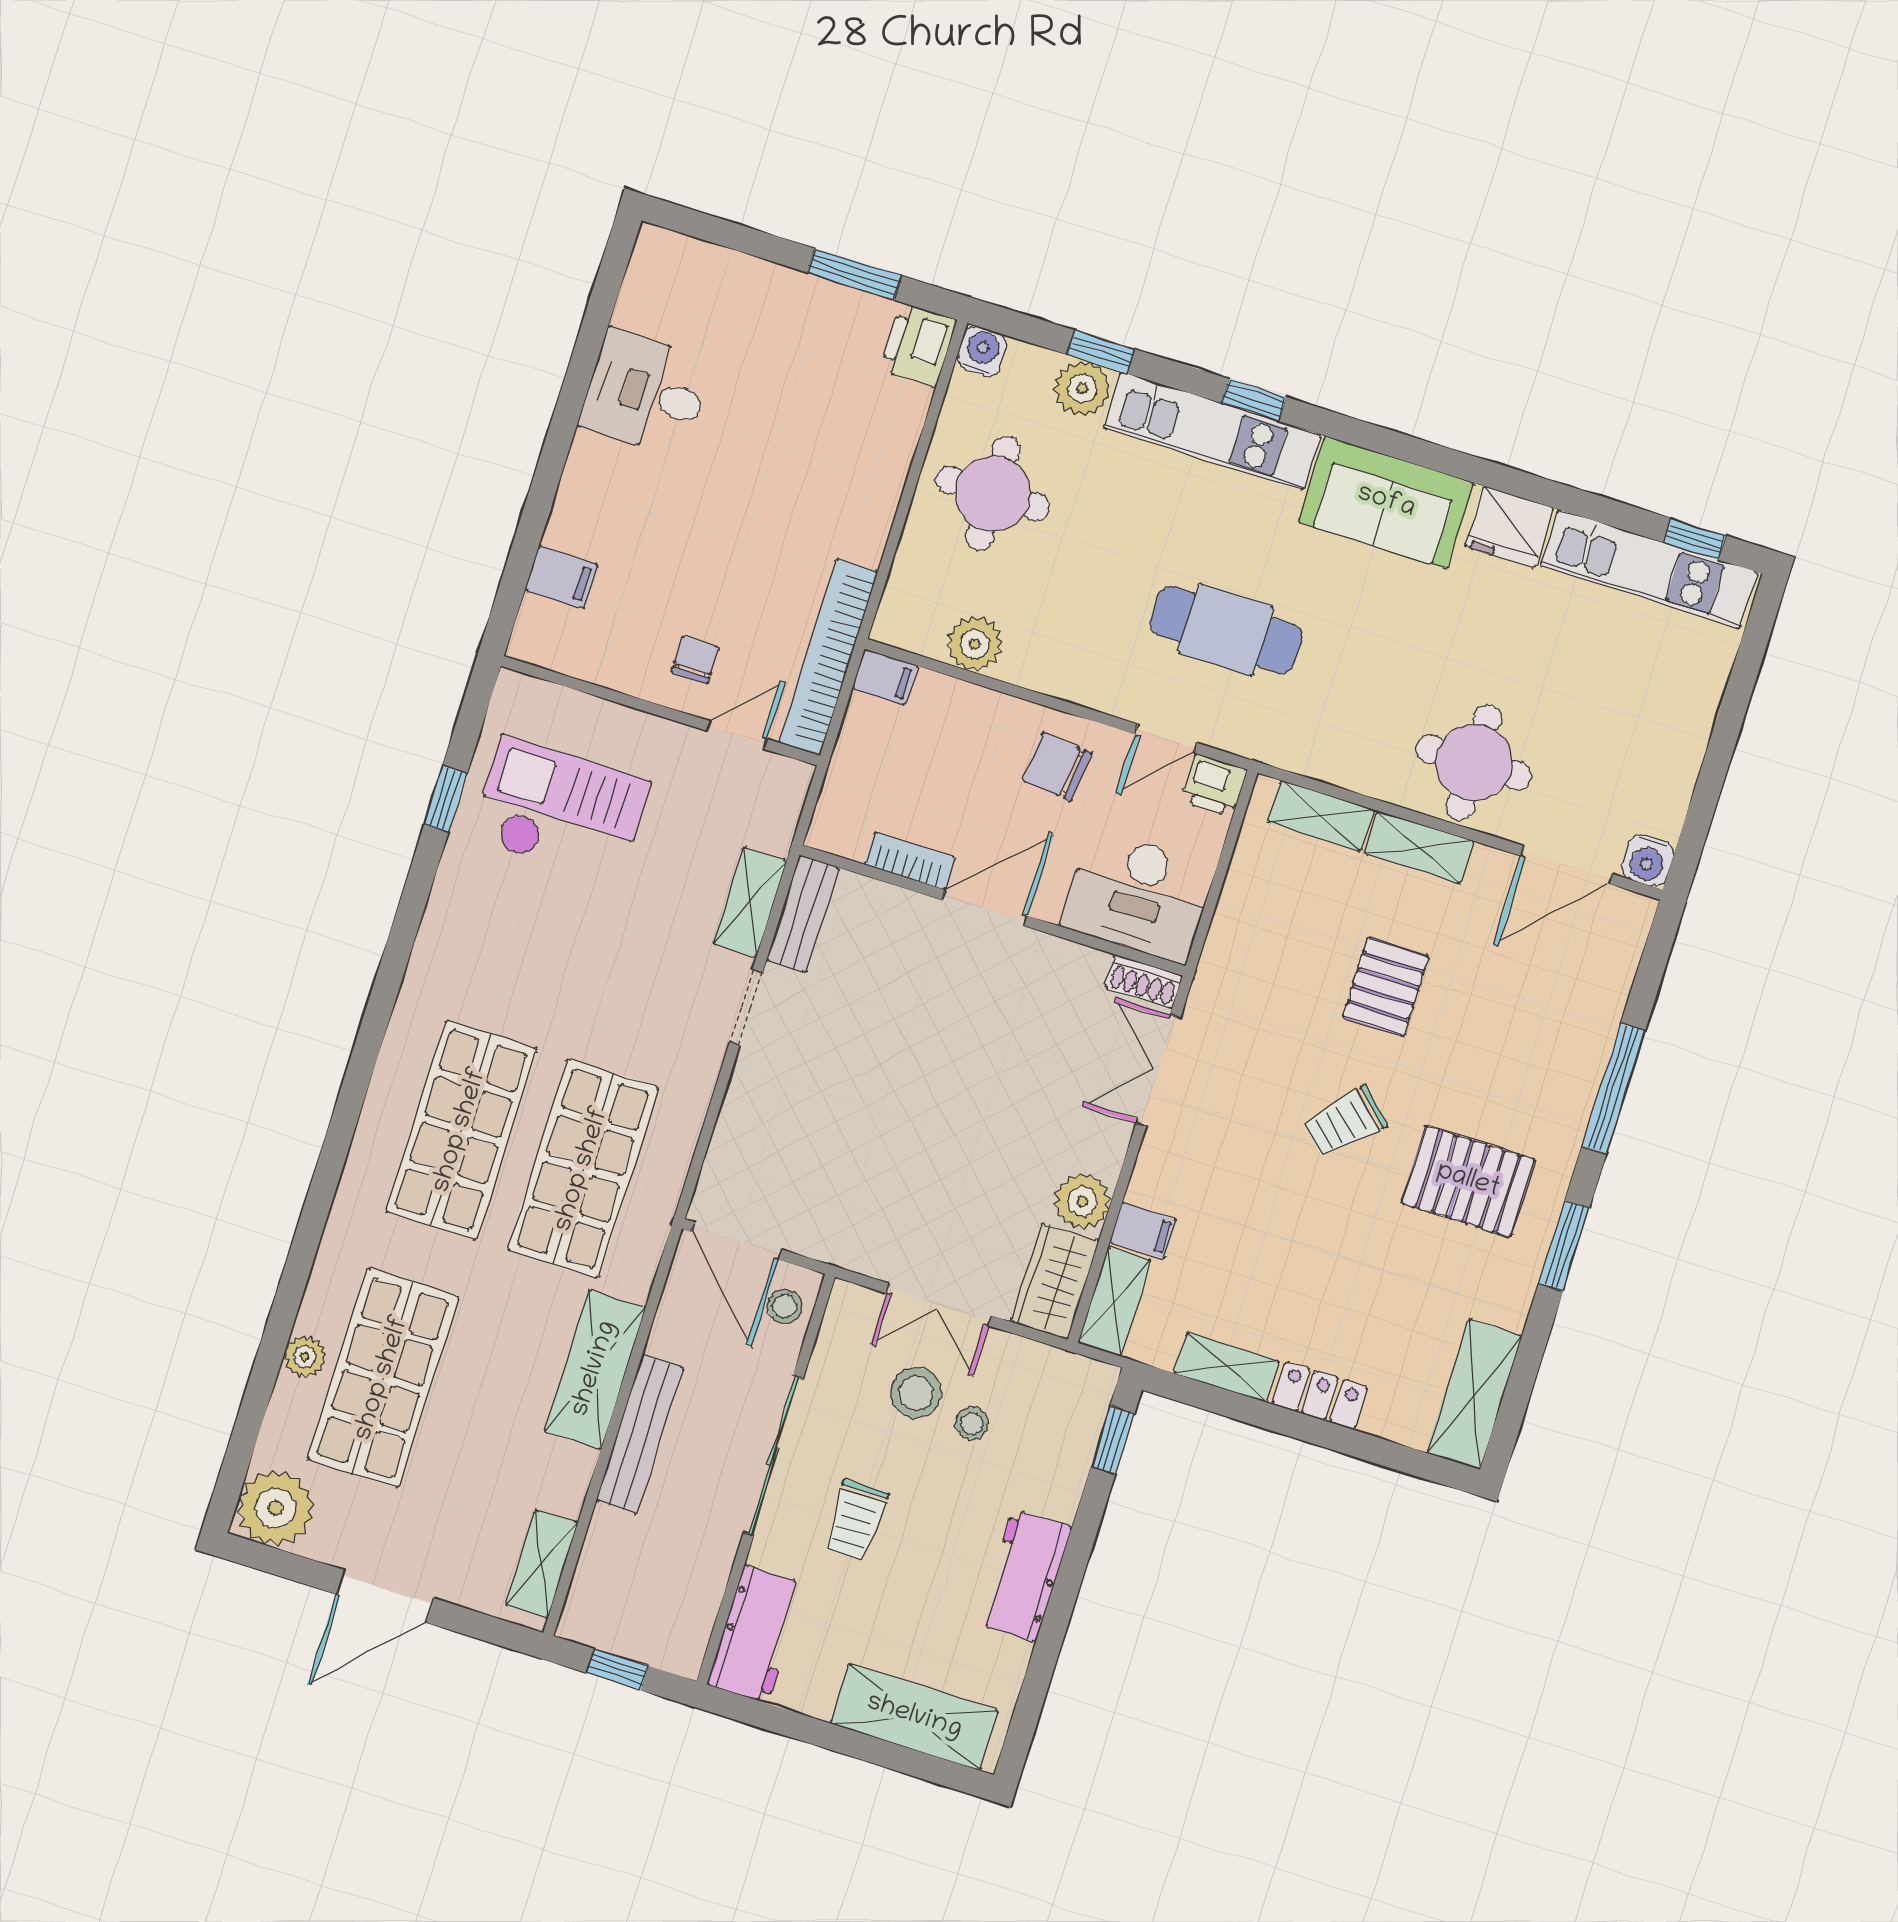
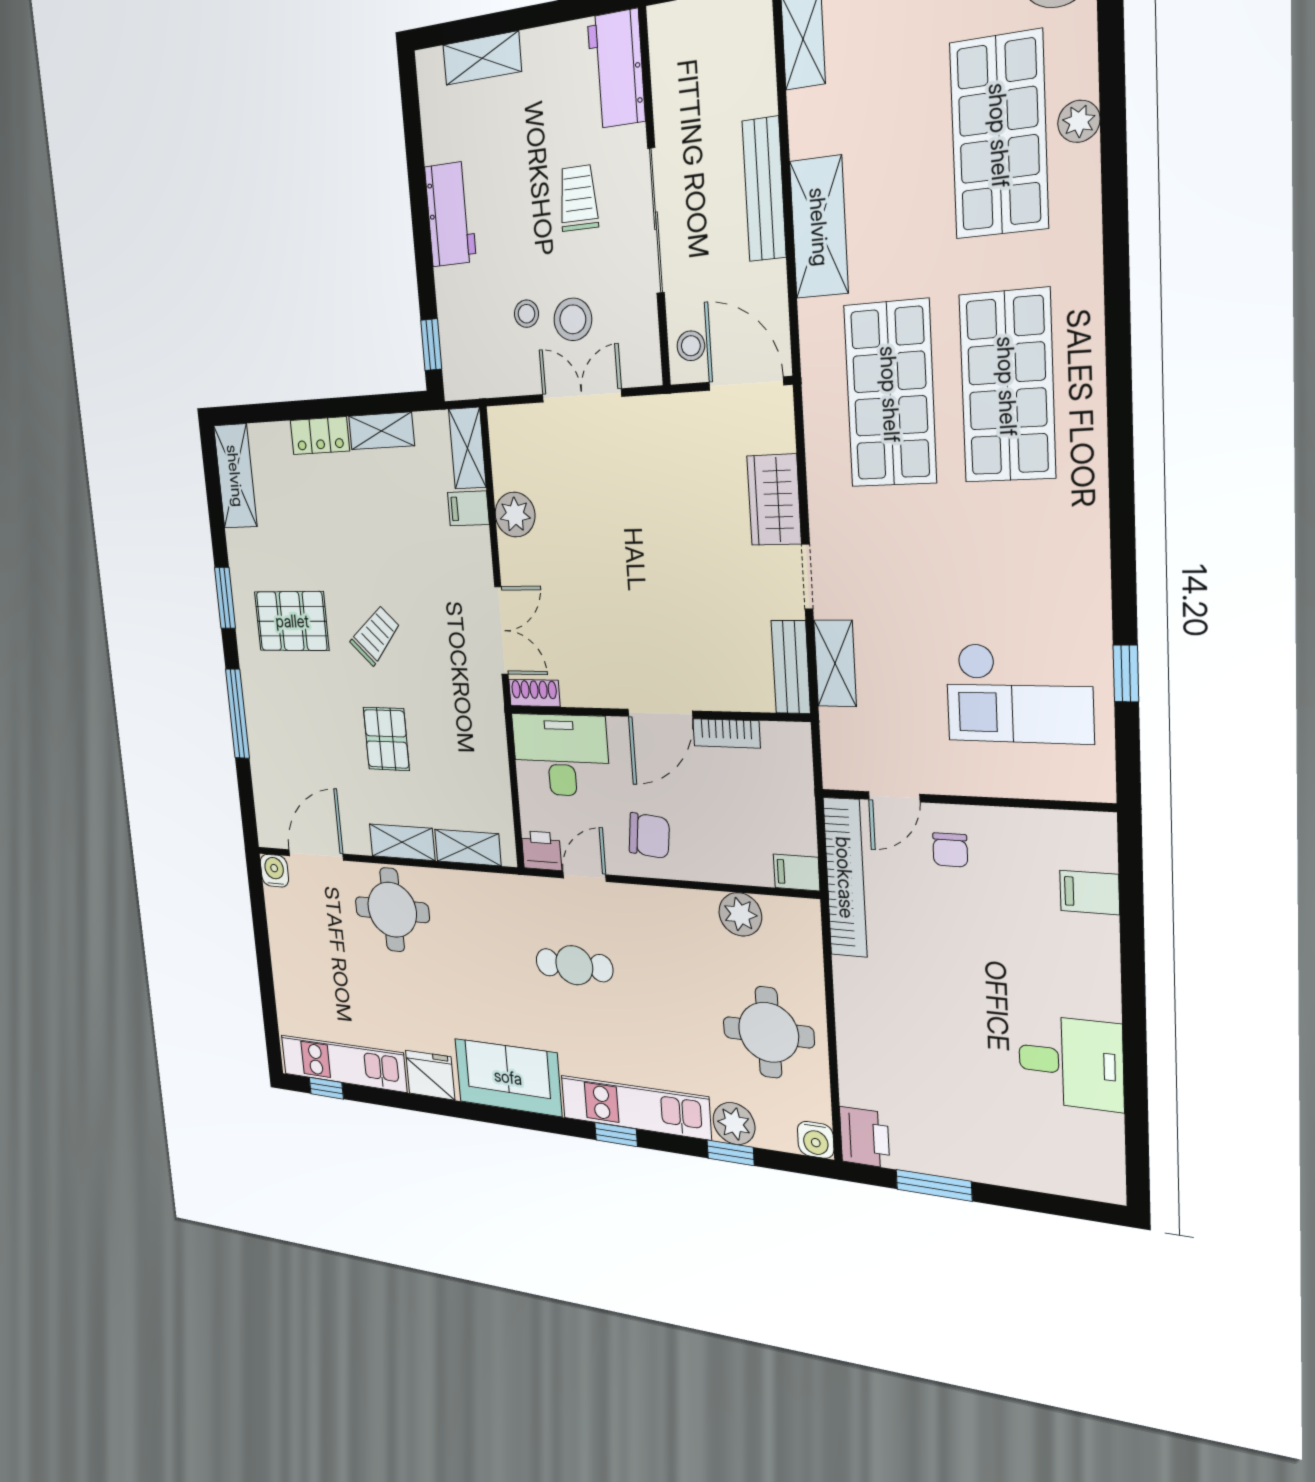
cafe table: (1226, 630) -> (574, 965), width x0.73, depth x0.74
wardrobe: (1055, 1281) -> (774, 500), moved, turned 180
shelving: (914, 1717) -> (482, 58), width x0.67, depth x0.75

